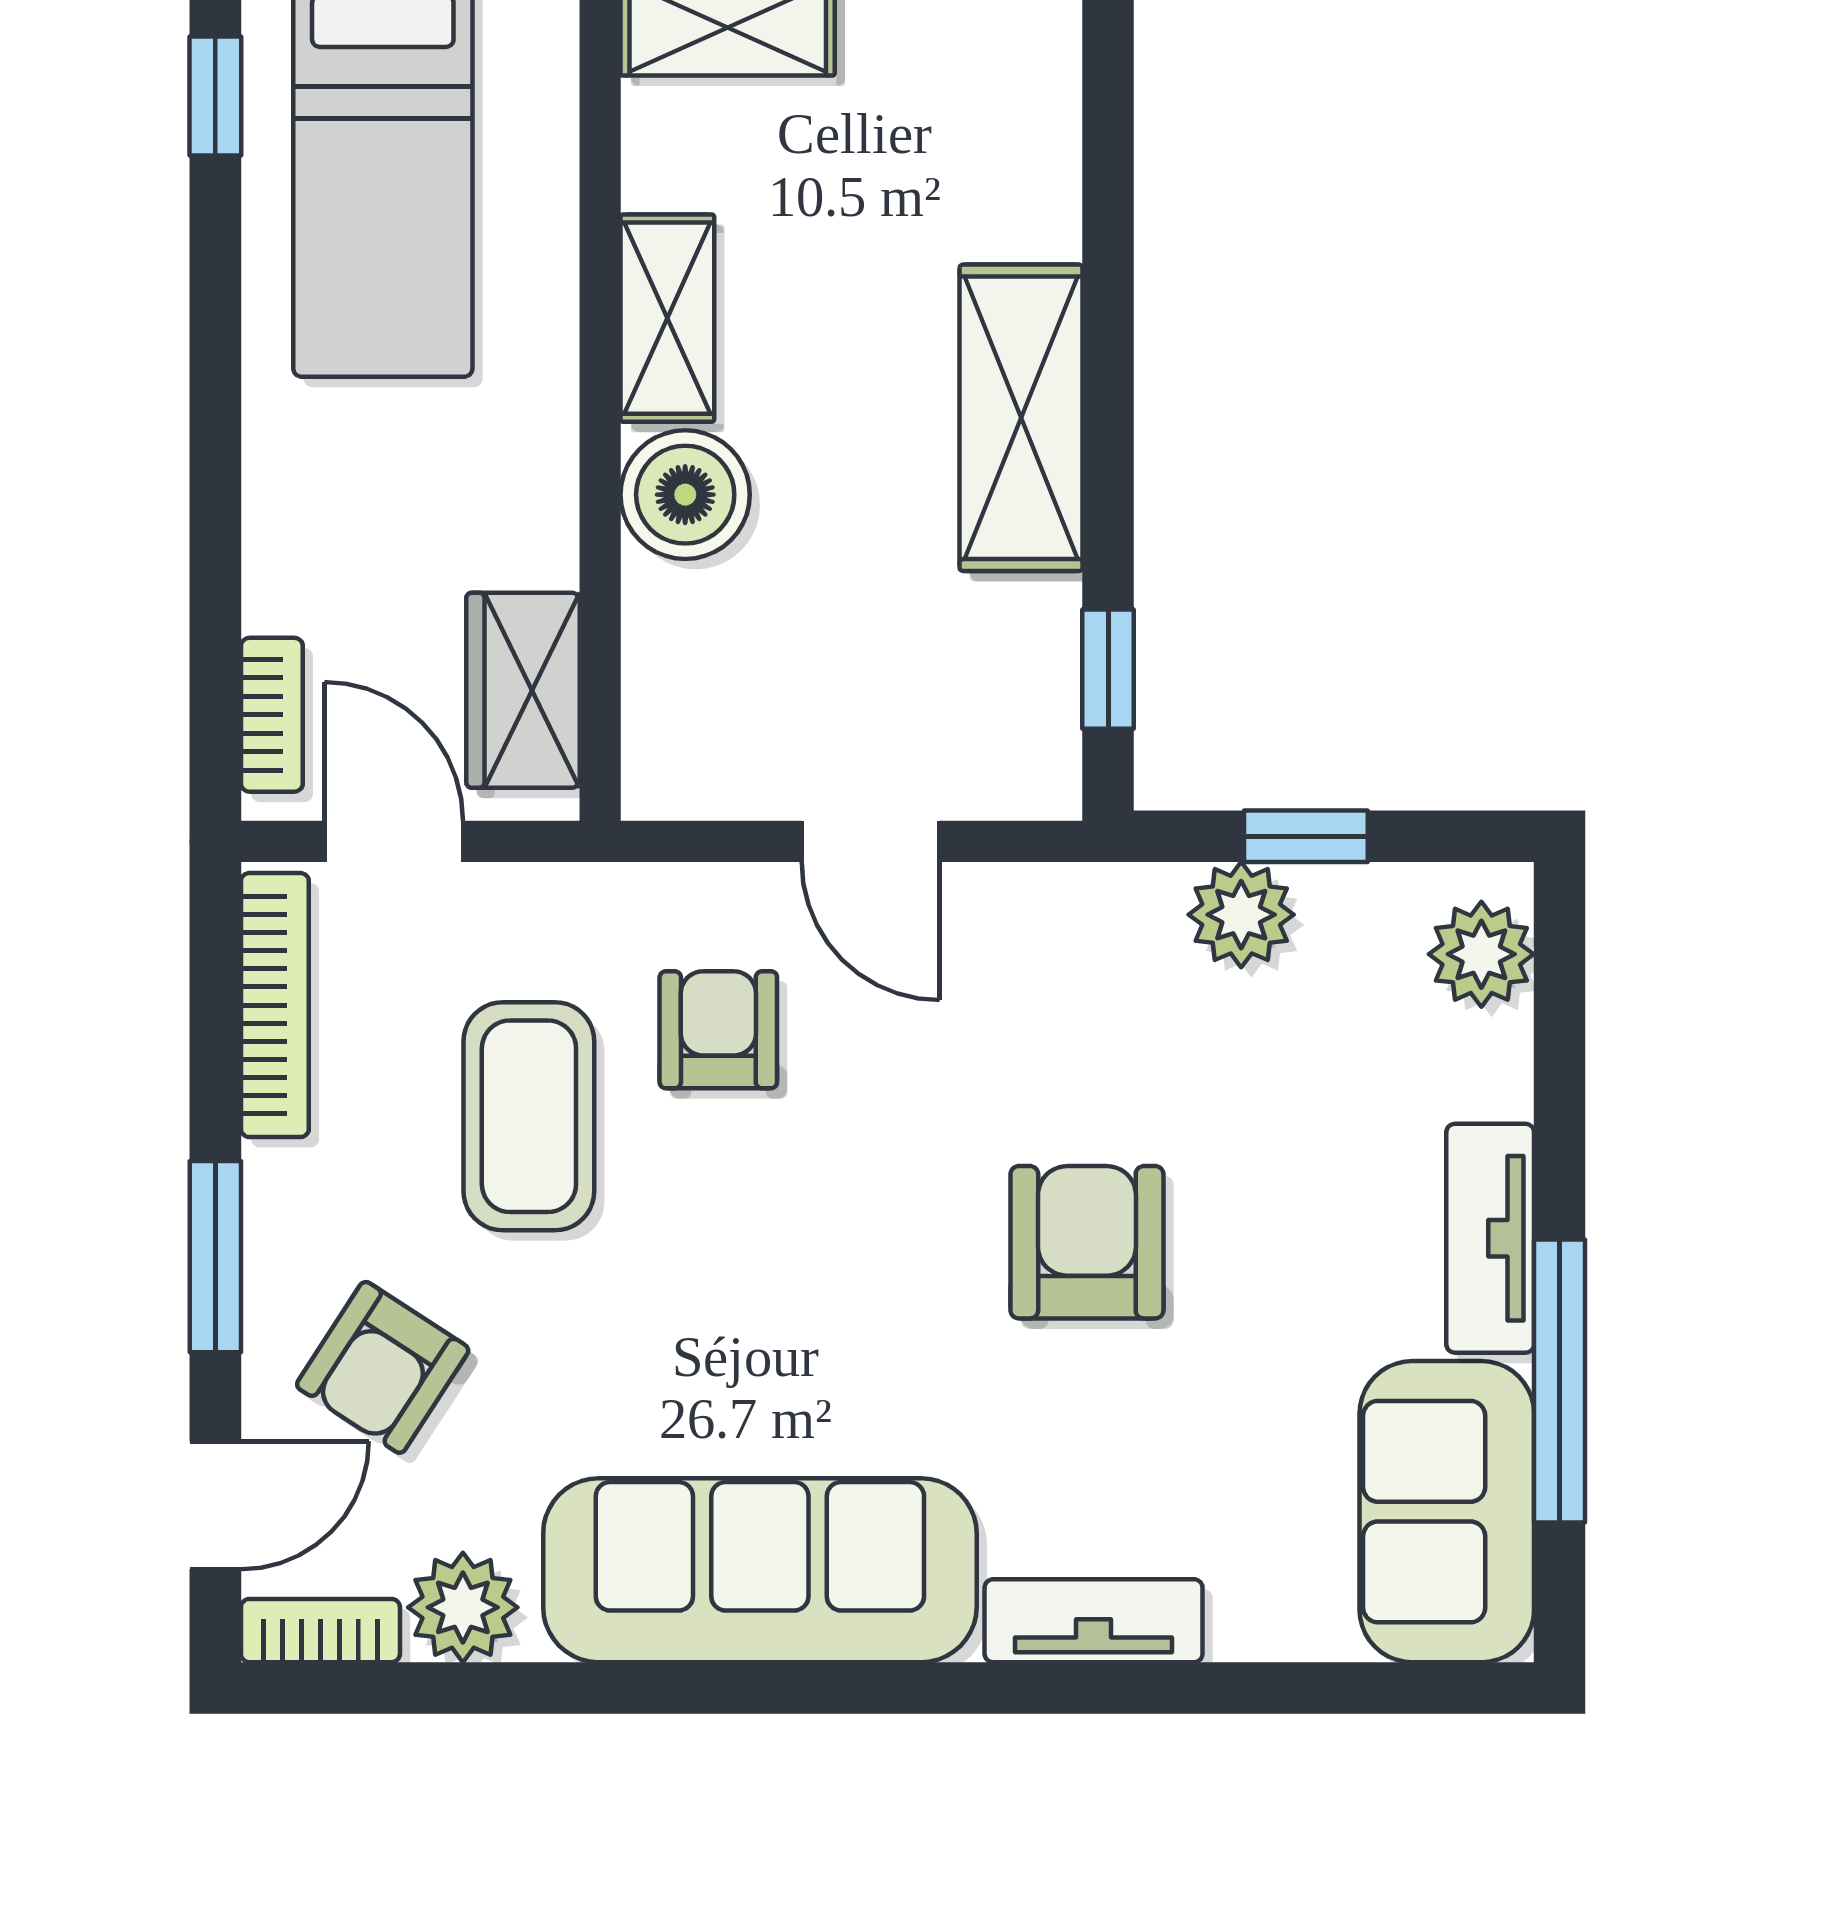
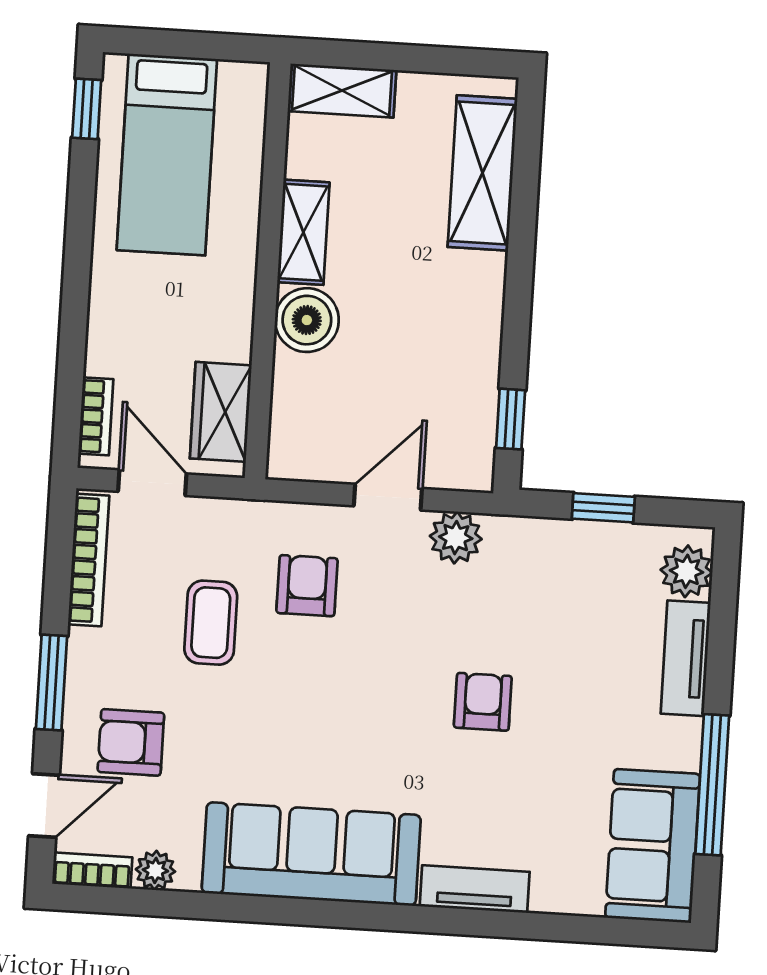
shelving: (1021, 418) -> (483, 173), moved
door: (871, 841) -> (388, 497), swing flipped
plant: (1241, 915) -> (456, 538), moved
coffee table: (529, 1116) -> (211, 623), width x0.73, depth x0.77
tv unit: (1490, 1238) -> (686, 658), moved
armchair: (1087, 1242) -> (483, 702), width x0.72, depth x0.72
armchair: (383, 1367) -> (131, 742), turned 57
plant: (463, 1607) -> (155, 870), width x0.73, depth x0.73

